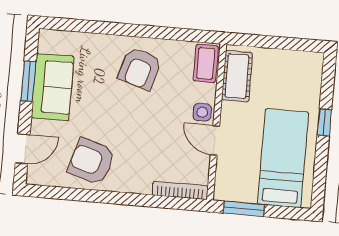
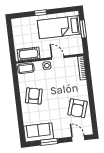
armchair: (140, 68) -> (34, 96), turned -95
sofa: (53, 87) -> (39, 132), moved
door: (215, 140) -> (58, 58), swing flipped
window: (244, 209) -> (83, 29), moved

